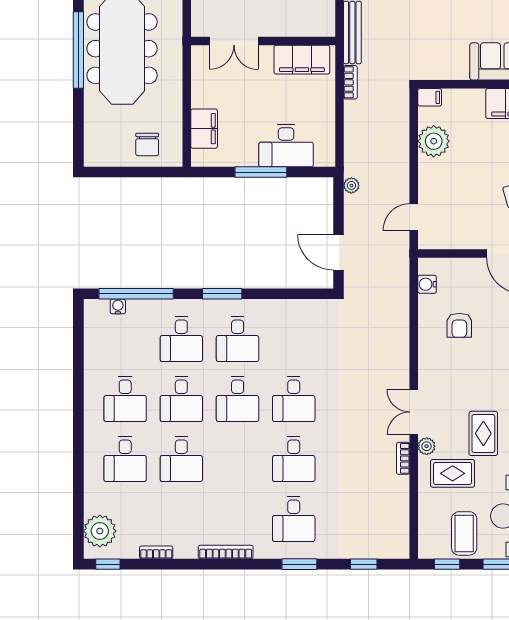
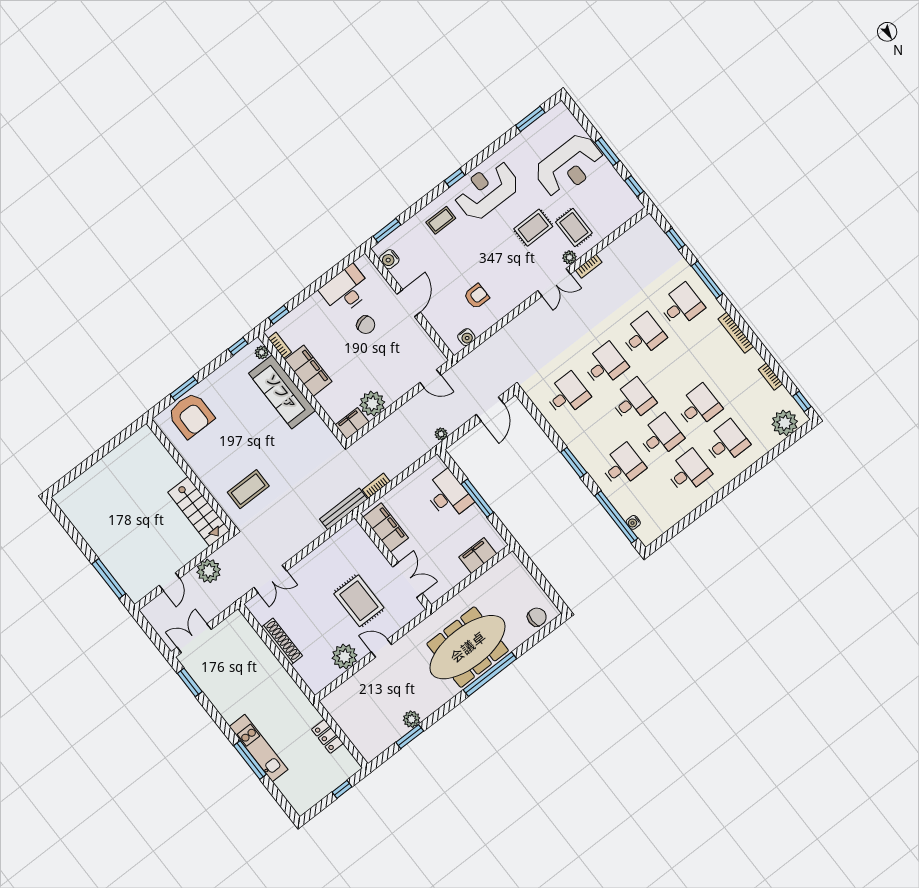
filing cabinet: (430, 97) -> (352, 423), width x2.00
chair: (147, 144) -> (537, 617), moved
desk: (238, 339) -> (567, 395), moved
coffee table: (464, 533) -> (606, 190), removed
window: (299, 564) -> (707, 280), width x1.44

